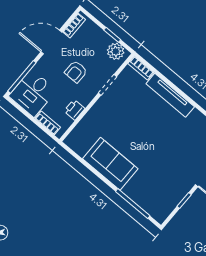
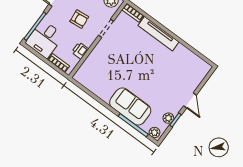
armchair: (76, 72) -> (79, 19), turned -96
sofa: (110, 164) -> (130, 107), moved
plant: (176, 198) -> (168, 118), added
plant: (158, 214) -> (154, 132), added

